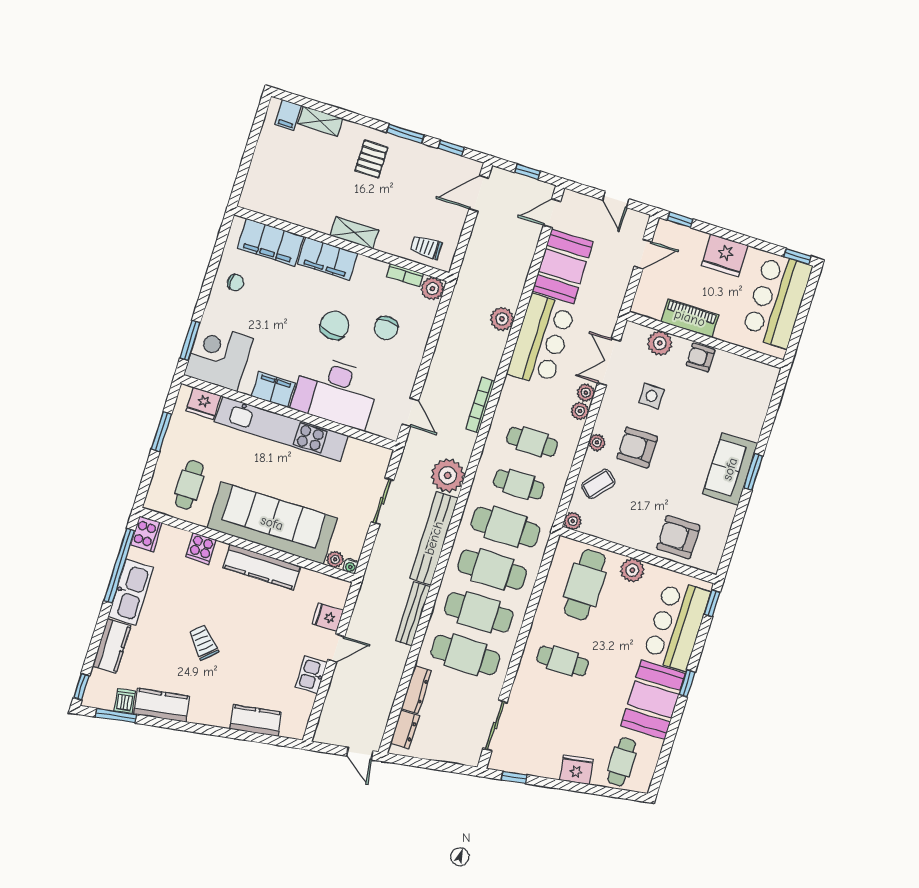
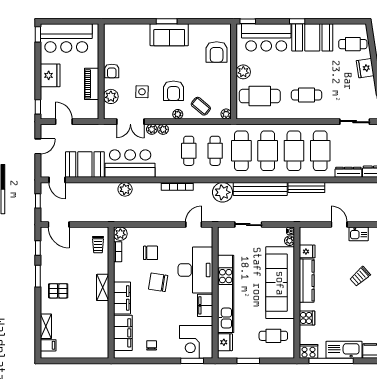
fridge: (328, 617) -> (307, 251), moved, turned -90
trolley: (204, 642) -> (360, 276), moved
cafe table: (563, 661) -> (306, 95), turned 90

